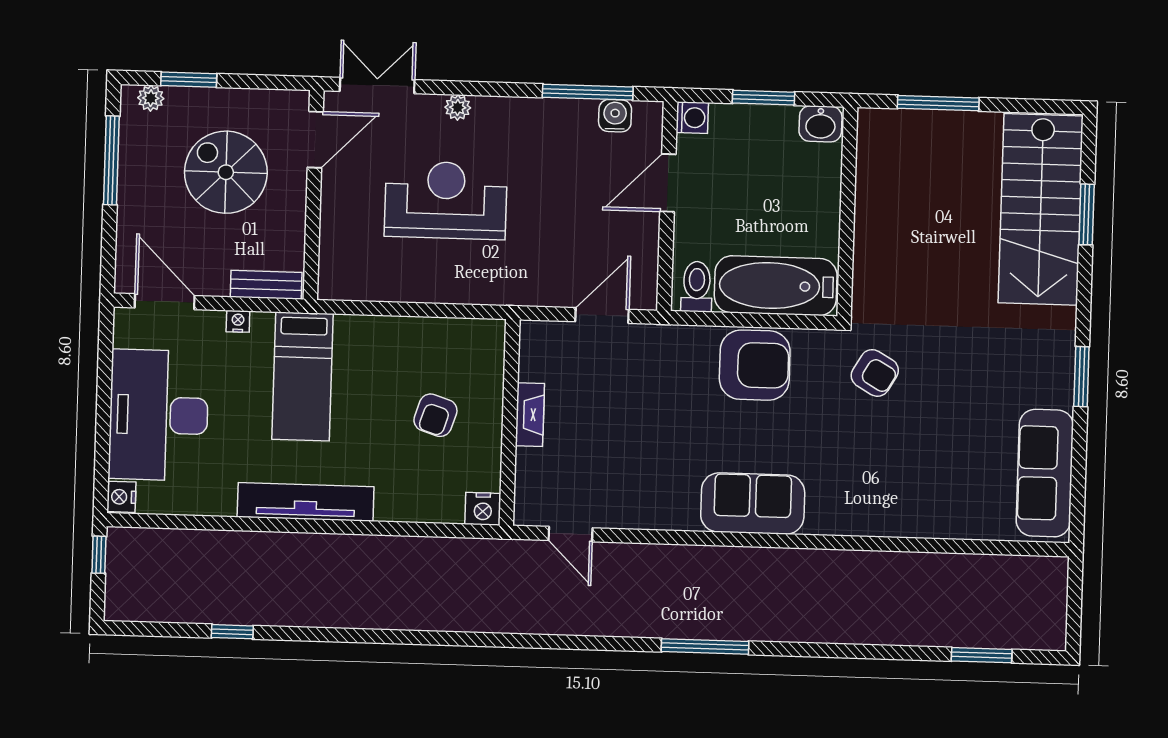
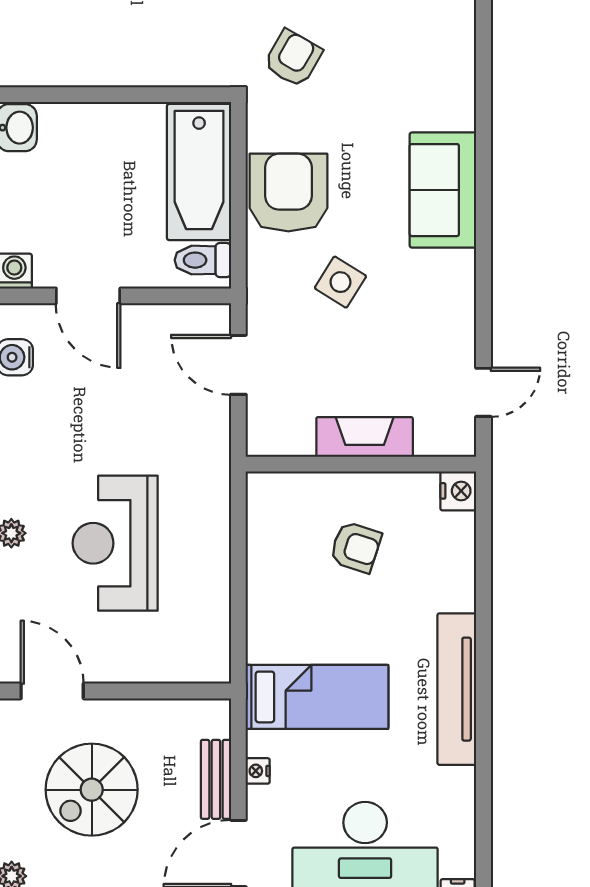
bench: (266, 285) -> (216, 779), moved
side table: (673, 409) -> (340, 282), added
fireplace: (530, 415) -> (365, 437), width x1.37, depth x1.32

